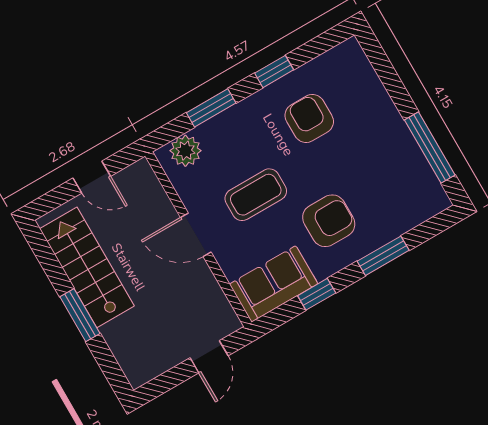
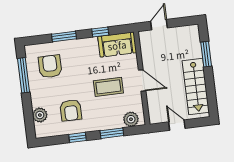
plant: (365, 84) -> (40, 115), added
armchair: (329, 221) -> (50, 66), moved, turned 90
window: (80, 315) -> (206, 54), moved

